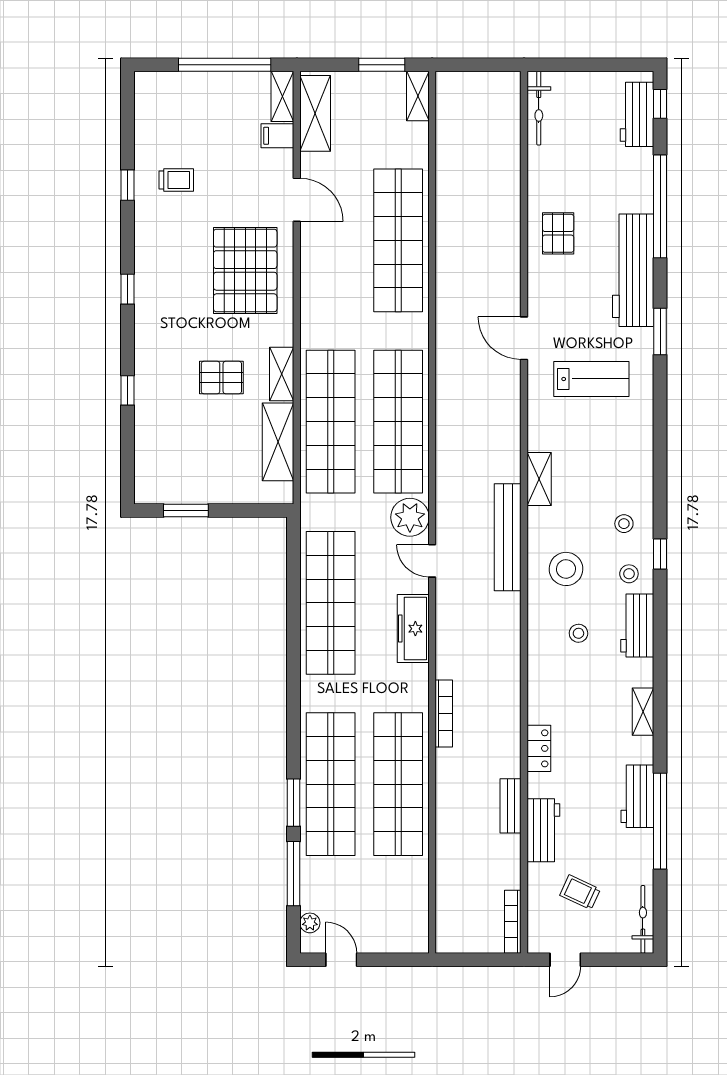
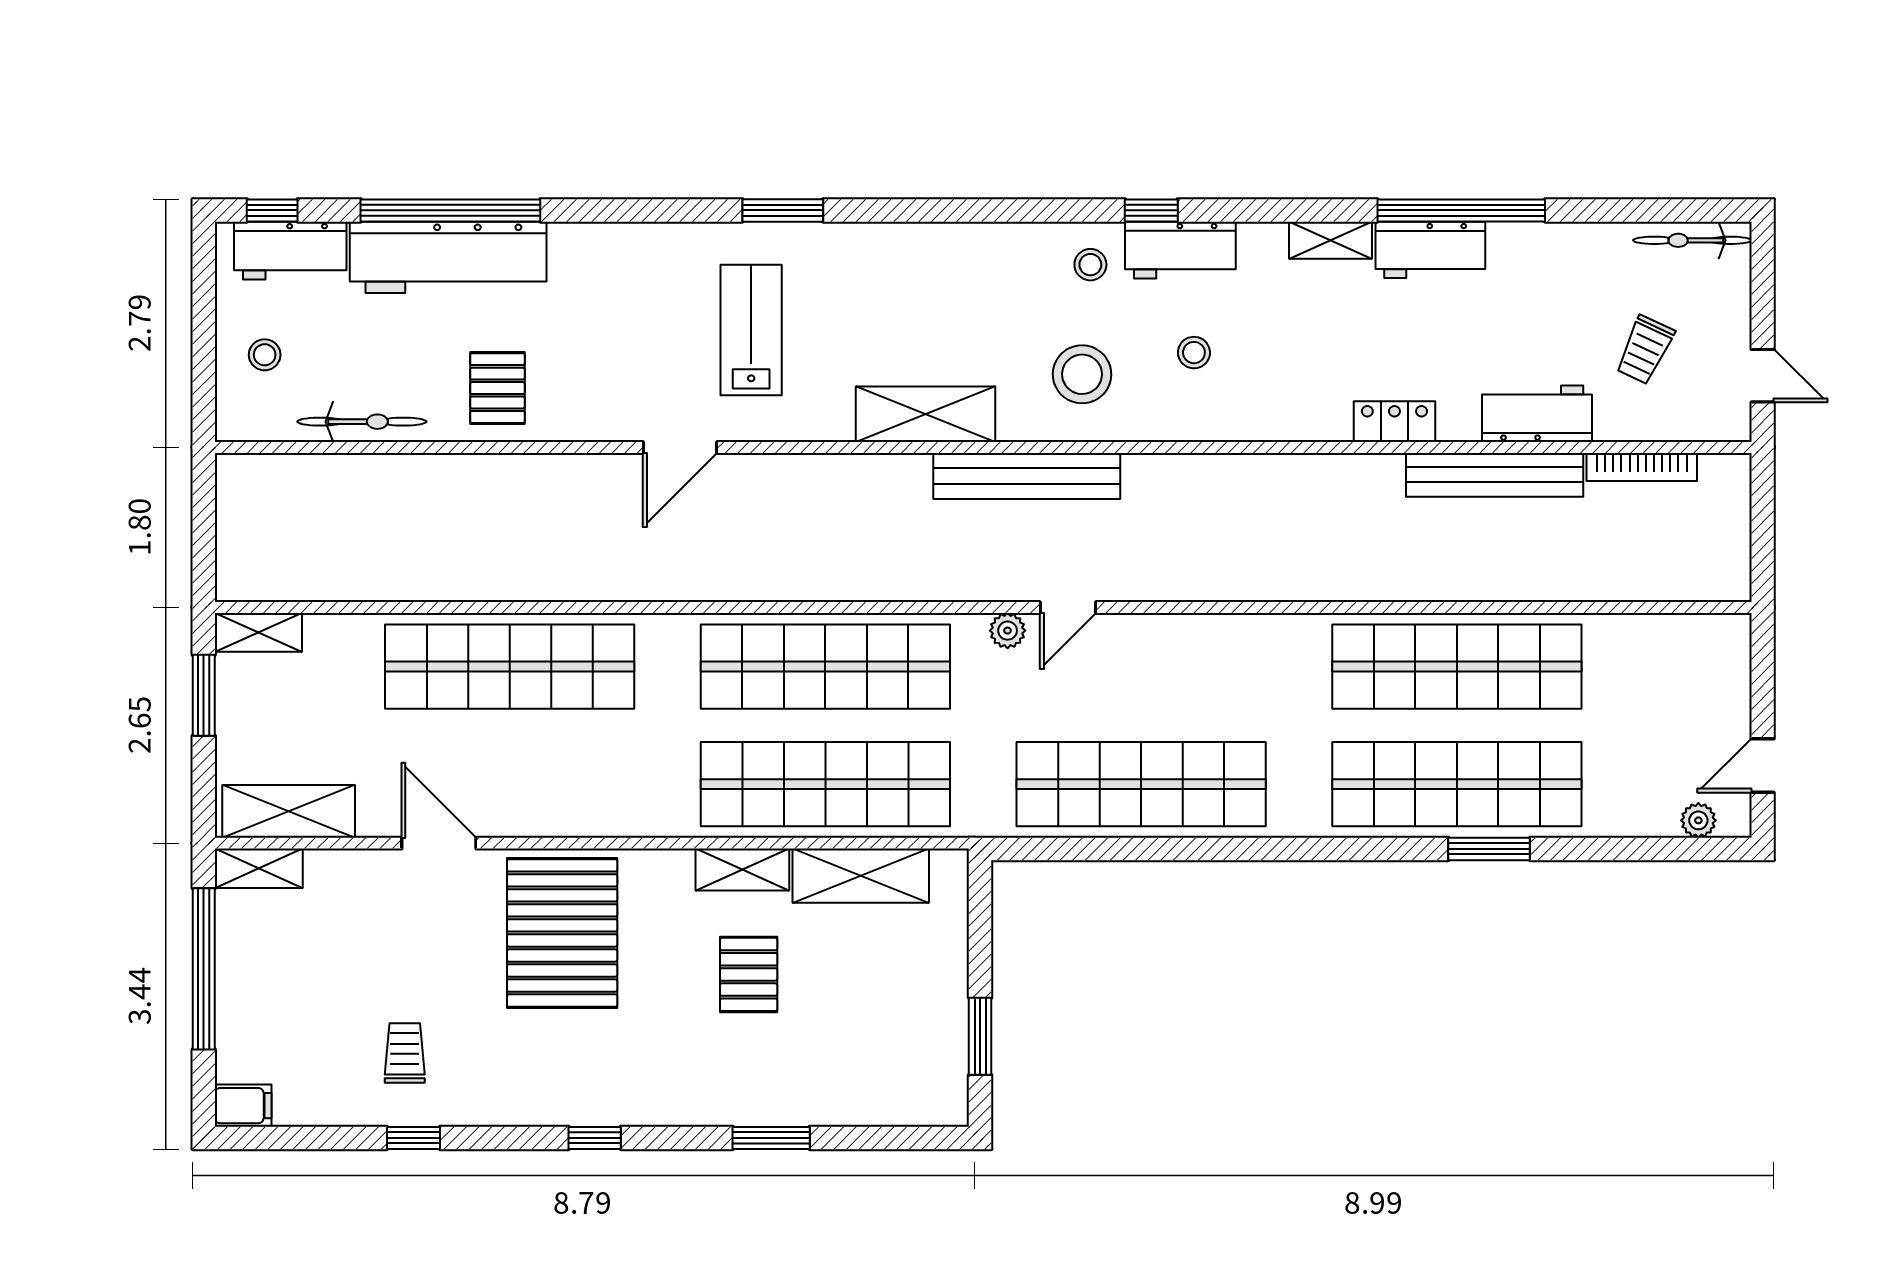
bicycle: (539, 108) -> (362, 422), moved
filing cabinet: (277, 136) -> (243, 1106), moved, turned -90
door: (297, 200) -> (439, 843), hinge flipped
pallet: (558, 233) -> (497, 388), turned 90
pallet: (245, 270) -> (562, 933), turned 90
workbench: (633, 270) -> (448, 257), moved
window: (660, 332) -> (783, 210), moved
window: (128, 390) -> (771, 1138), width x1.50
shelving: (539, 479) -> (925, 414), width x1.50, depth x1.33
plant: (410, 517) -> (1008, 631), width x0.53, depth x0.53
stool: (624, 524) -> (265, 355), moved
window: (660, 554) -> (1151, 210), moved
freezer: (413, 629) -> (1186, 640), removed
bookcase: (444, 714) -> (1334, 587), removed
workbench: (637, 796) -> (1430, 250), moved
bench: (511, 806) -> (1495, 475), width x1.86, depth x1.21
window: (660, 821) -> (1461, 210), moved
window: (293, 874) -> (1613, 849), removed
bookcase: (513, 922) -> (1642, 467), moved

